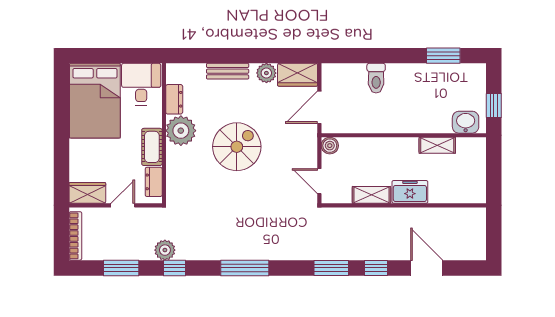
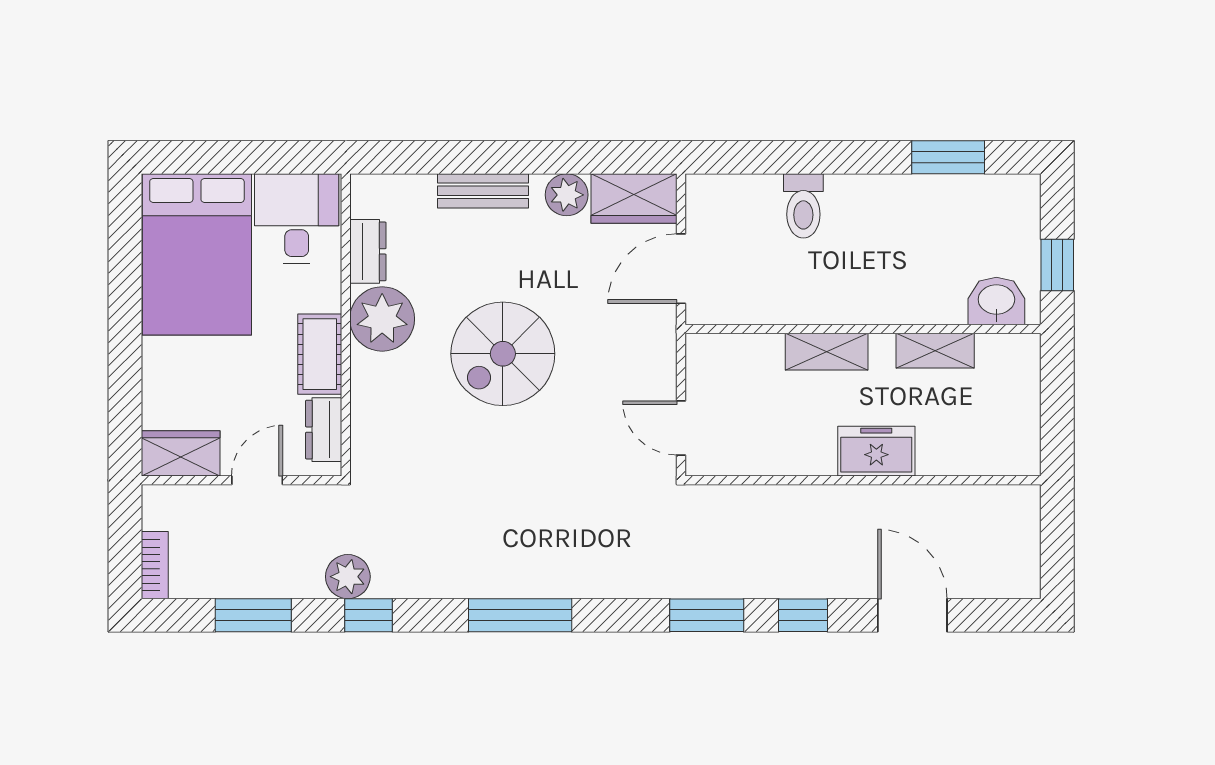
boiler: (330, 146) -> (703, 351), removed
spiral stairs: (237, 147) -> (503, 354), turned 180
shelving: (371, 195) -> (827, 352), moved
bookcase: (75, 236) -> (155, 565), width x0.64

